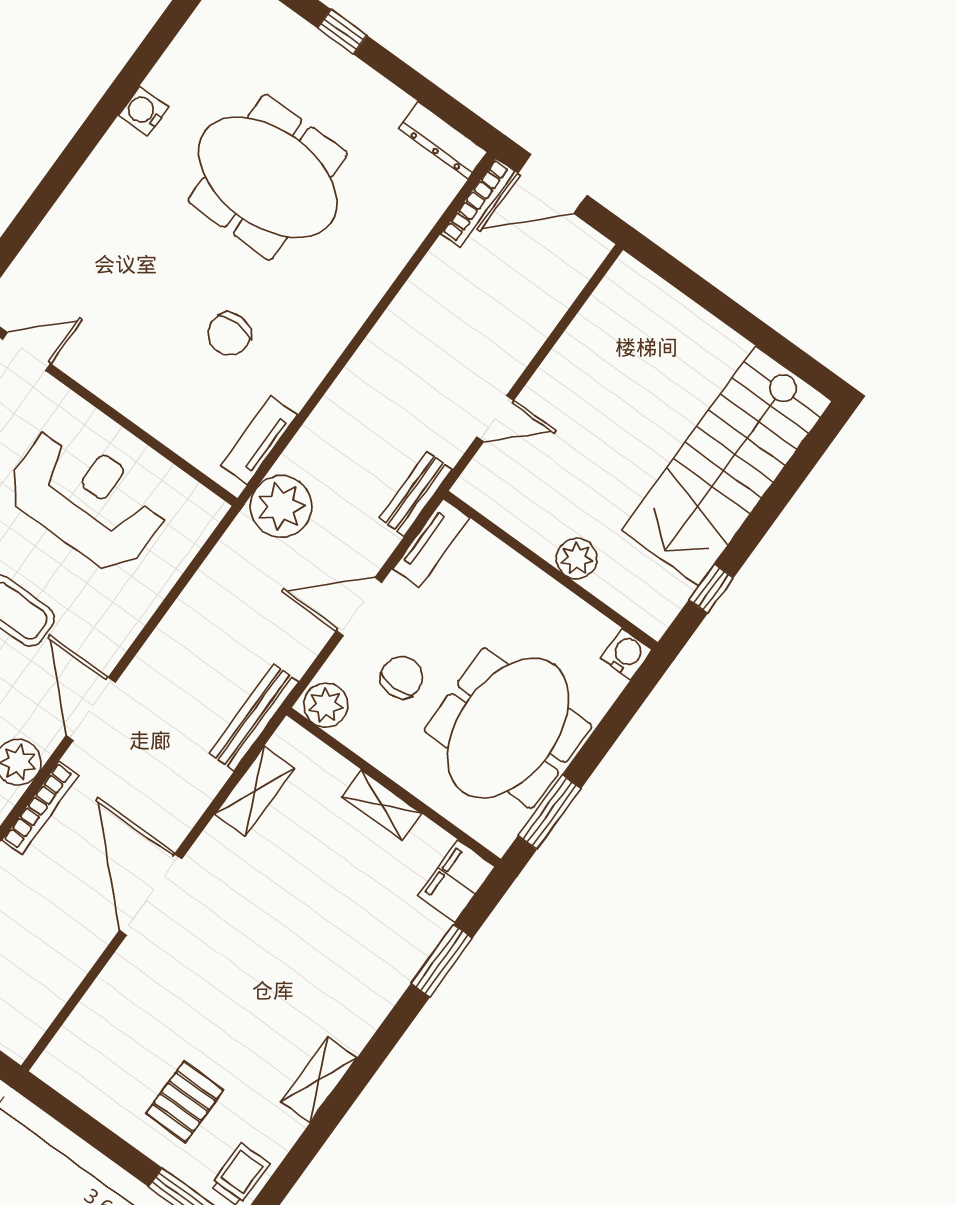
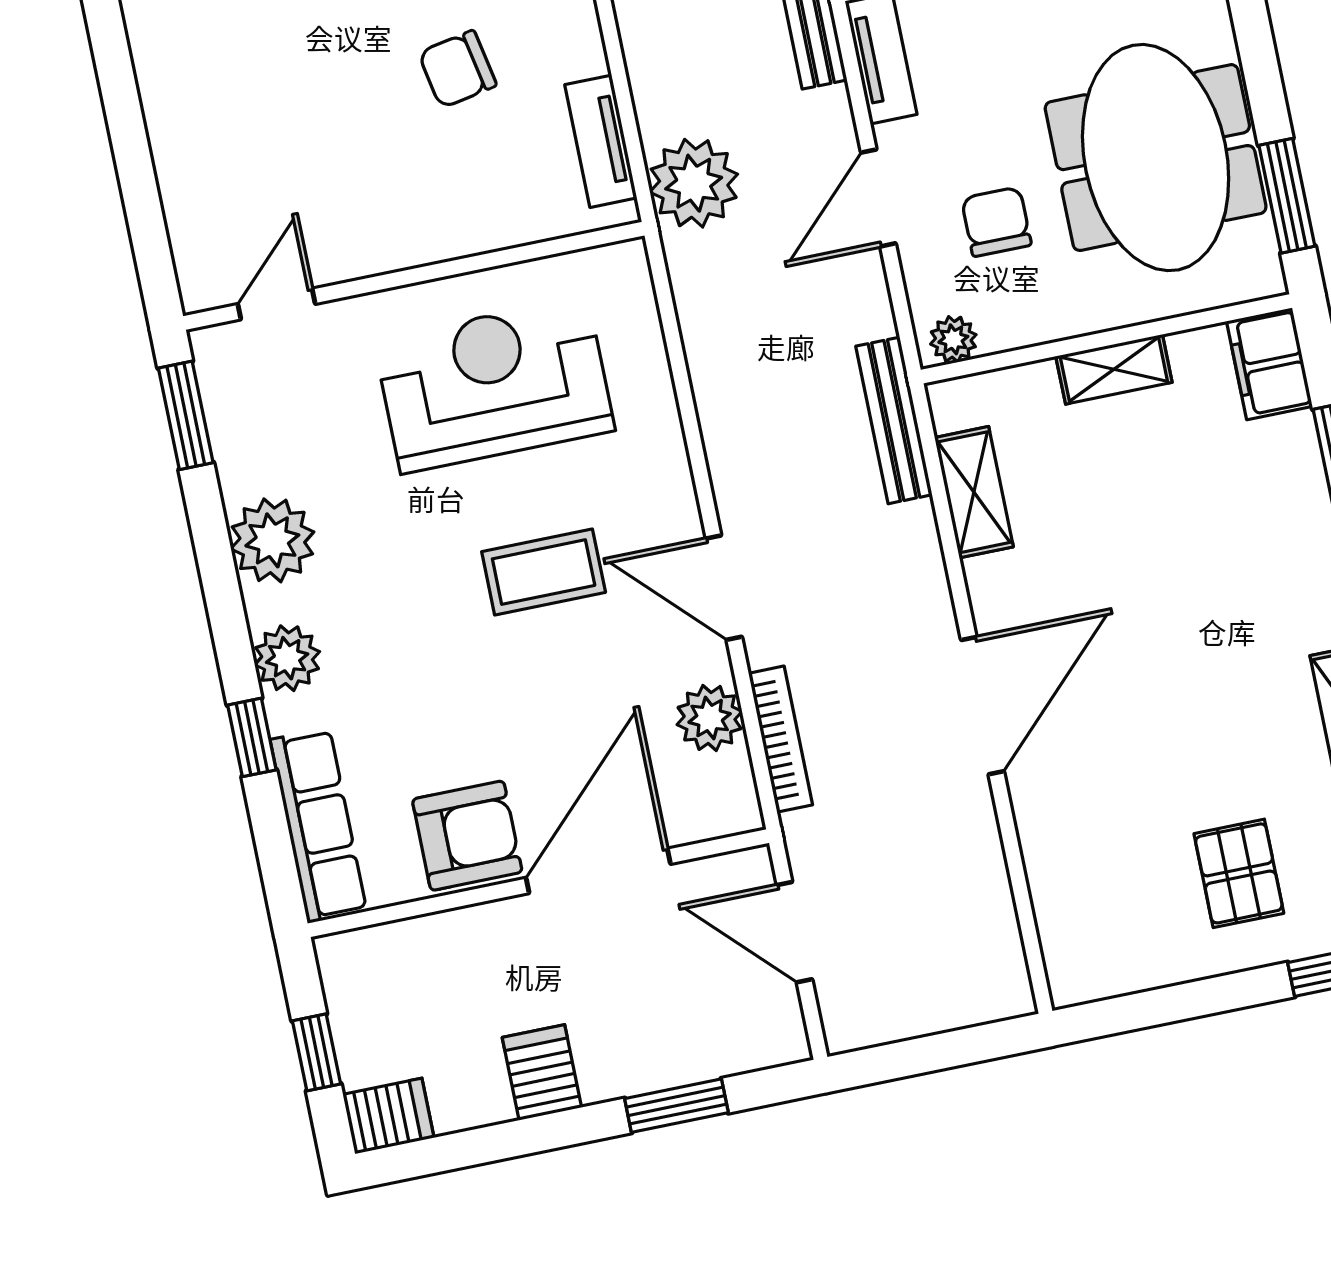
chair: (229, 334) -> (457, 69), turned 79
plant: (326, 705) -> (953, 339), width x0.73, depth x0.73
door: (151, 894) -> (982, 706), swing flipped

